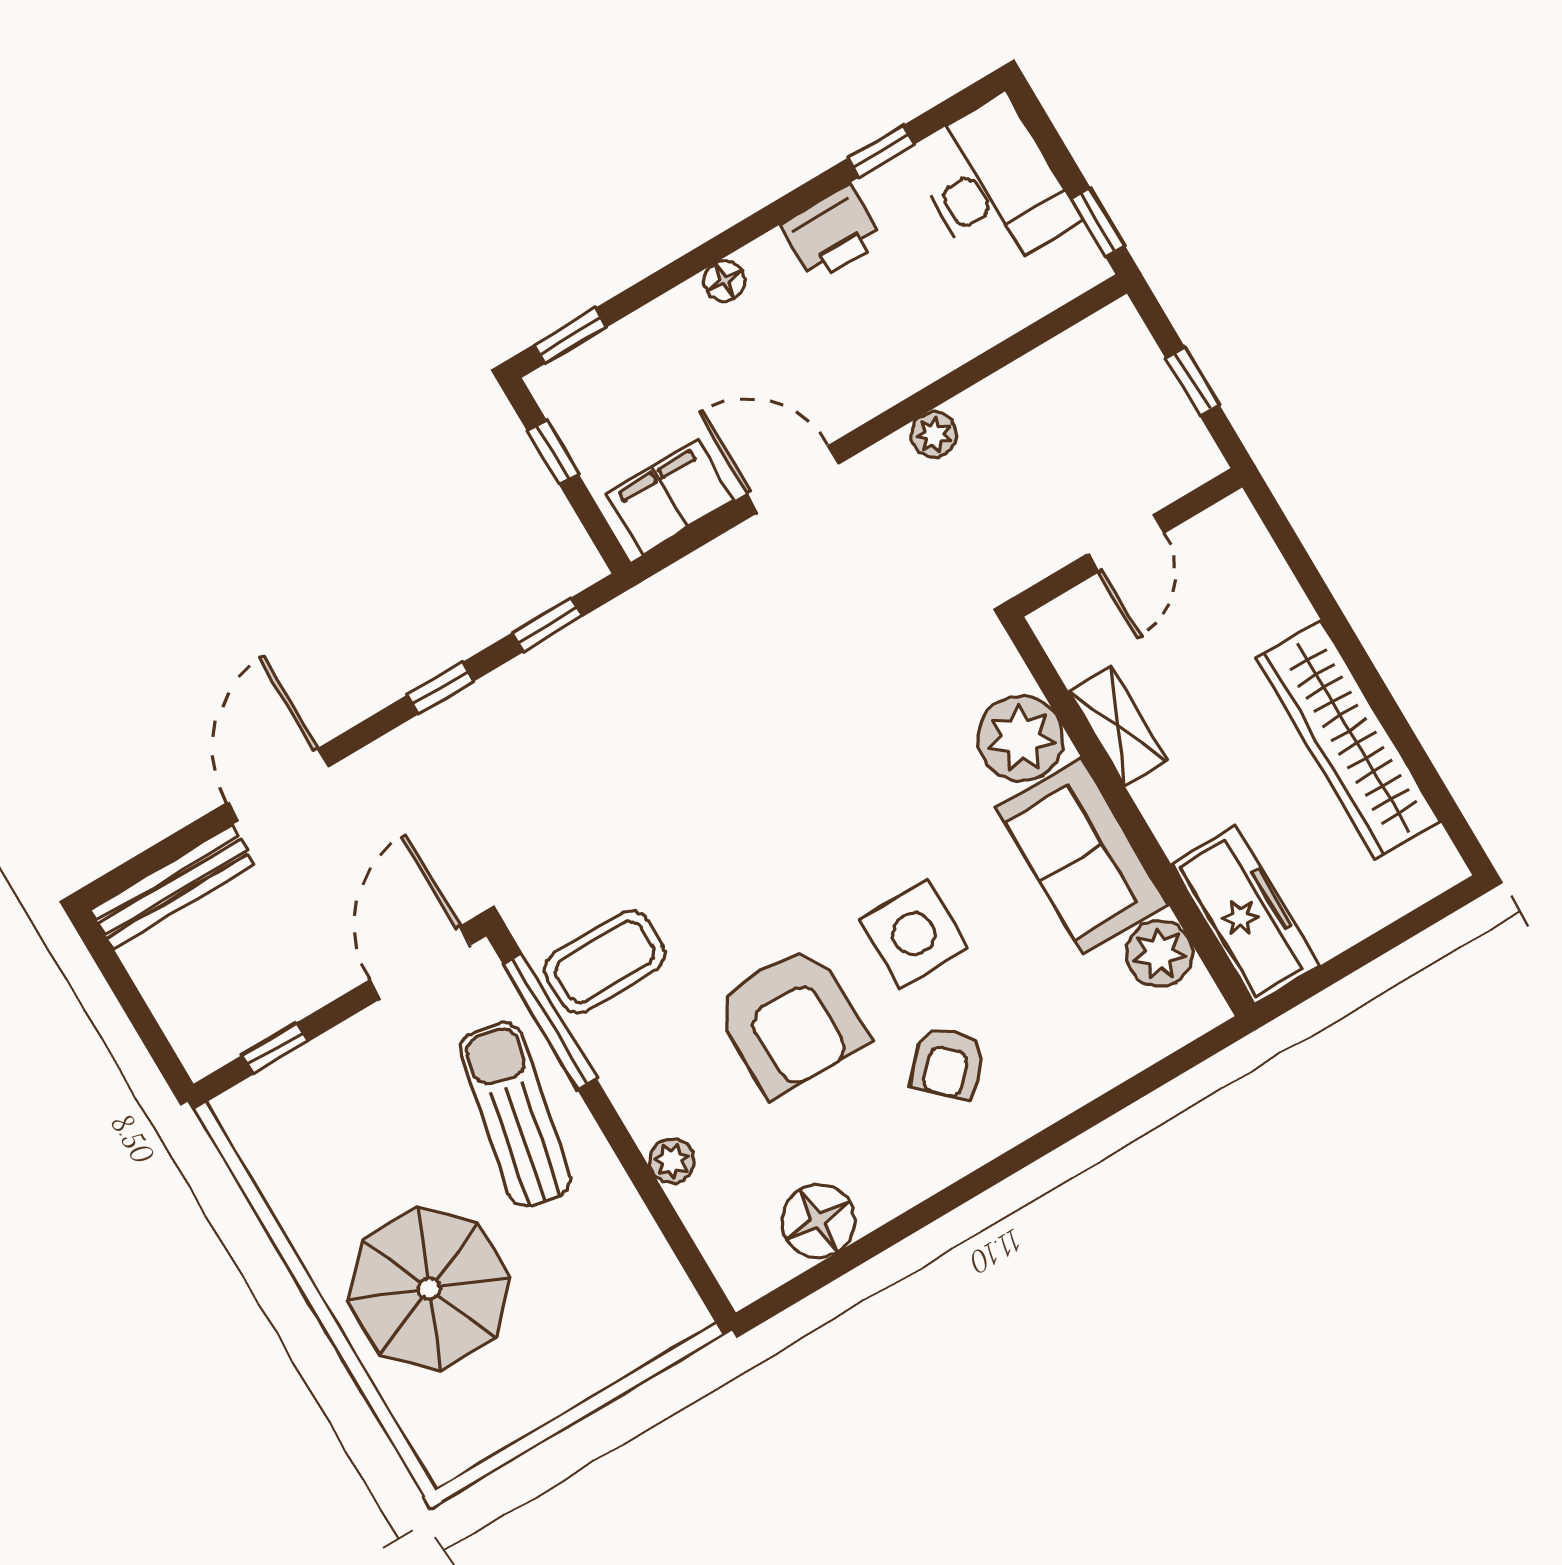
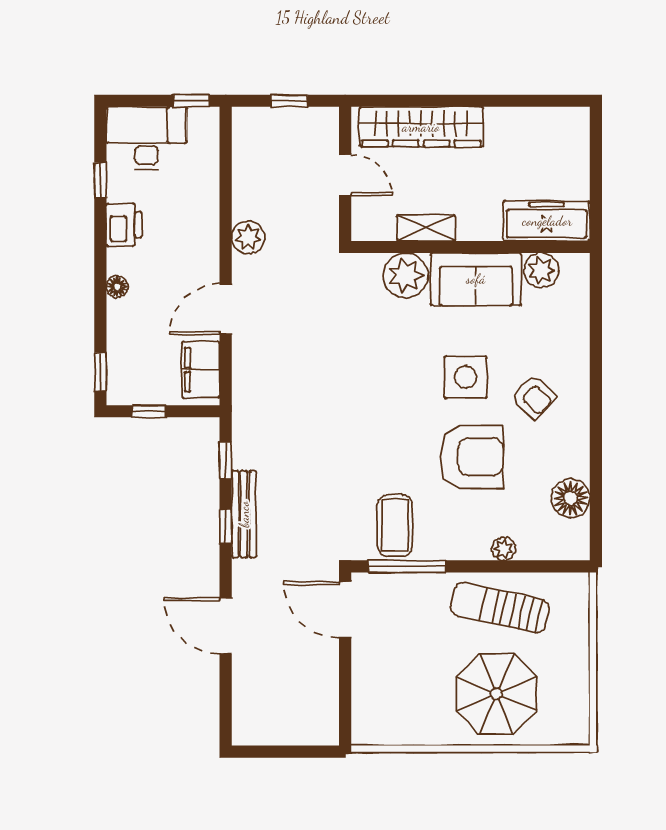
plant: (934, 435) -> (248, 237), width x1.38, depth x1.38
wardrobe: (1348, 740) -> (421, 127), moved
bench: (173, 887) -> (244, 514), moved
window: (275, 1048) -> (345, 699), removed
sun lounger: (515, 1114) -> (500, 608), moved

